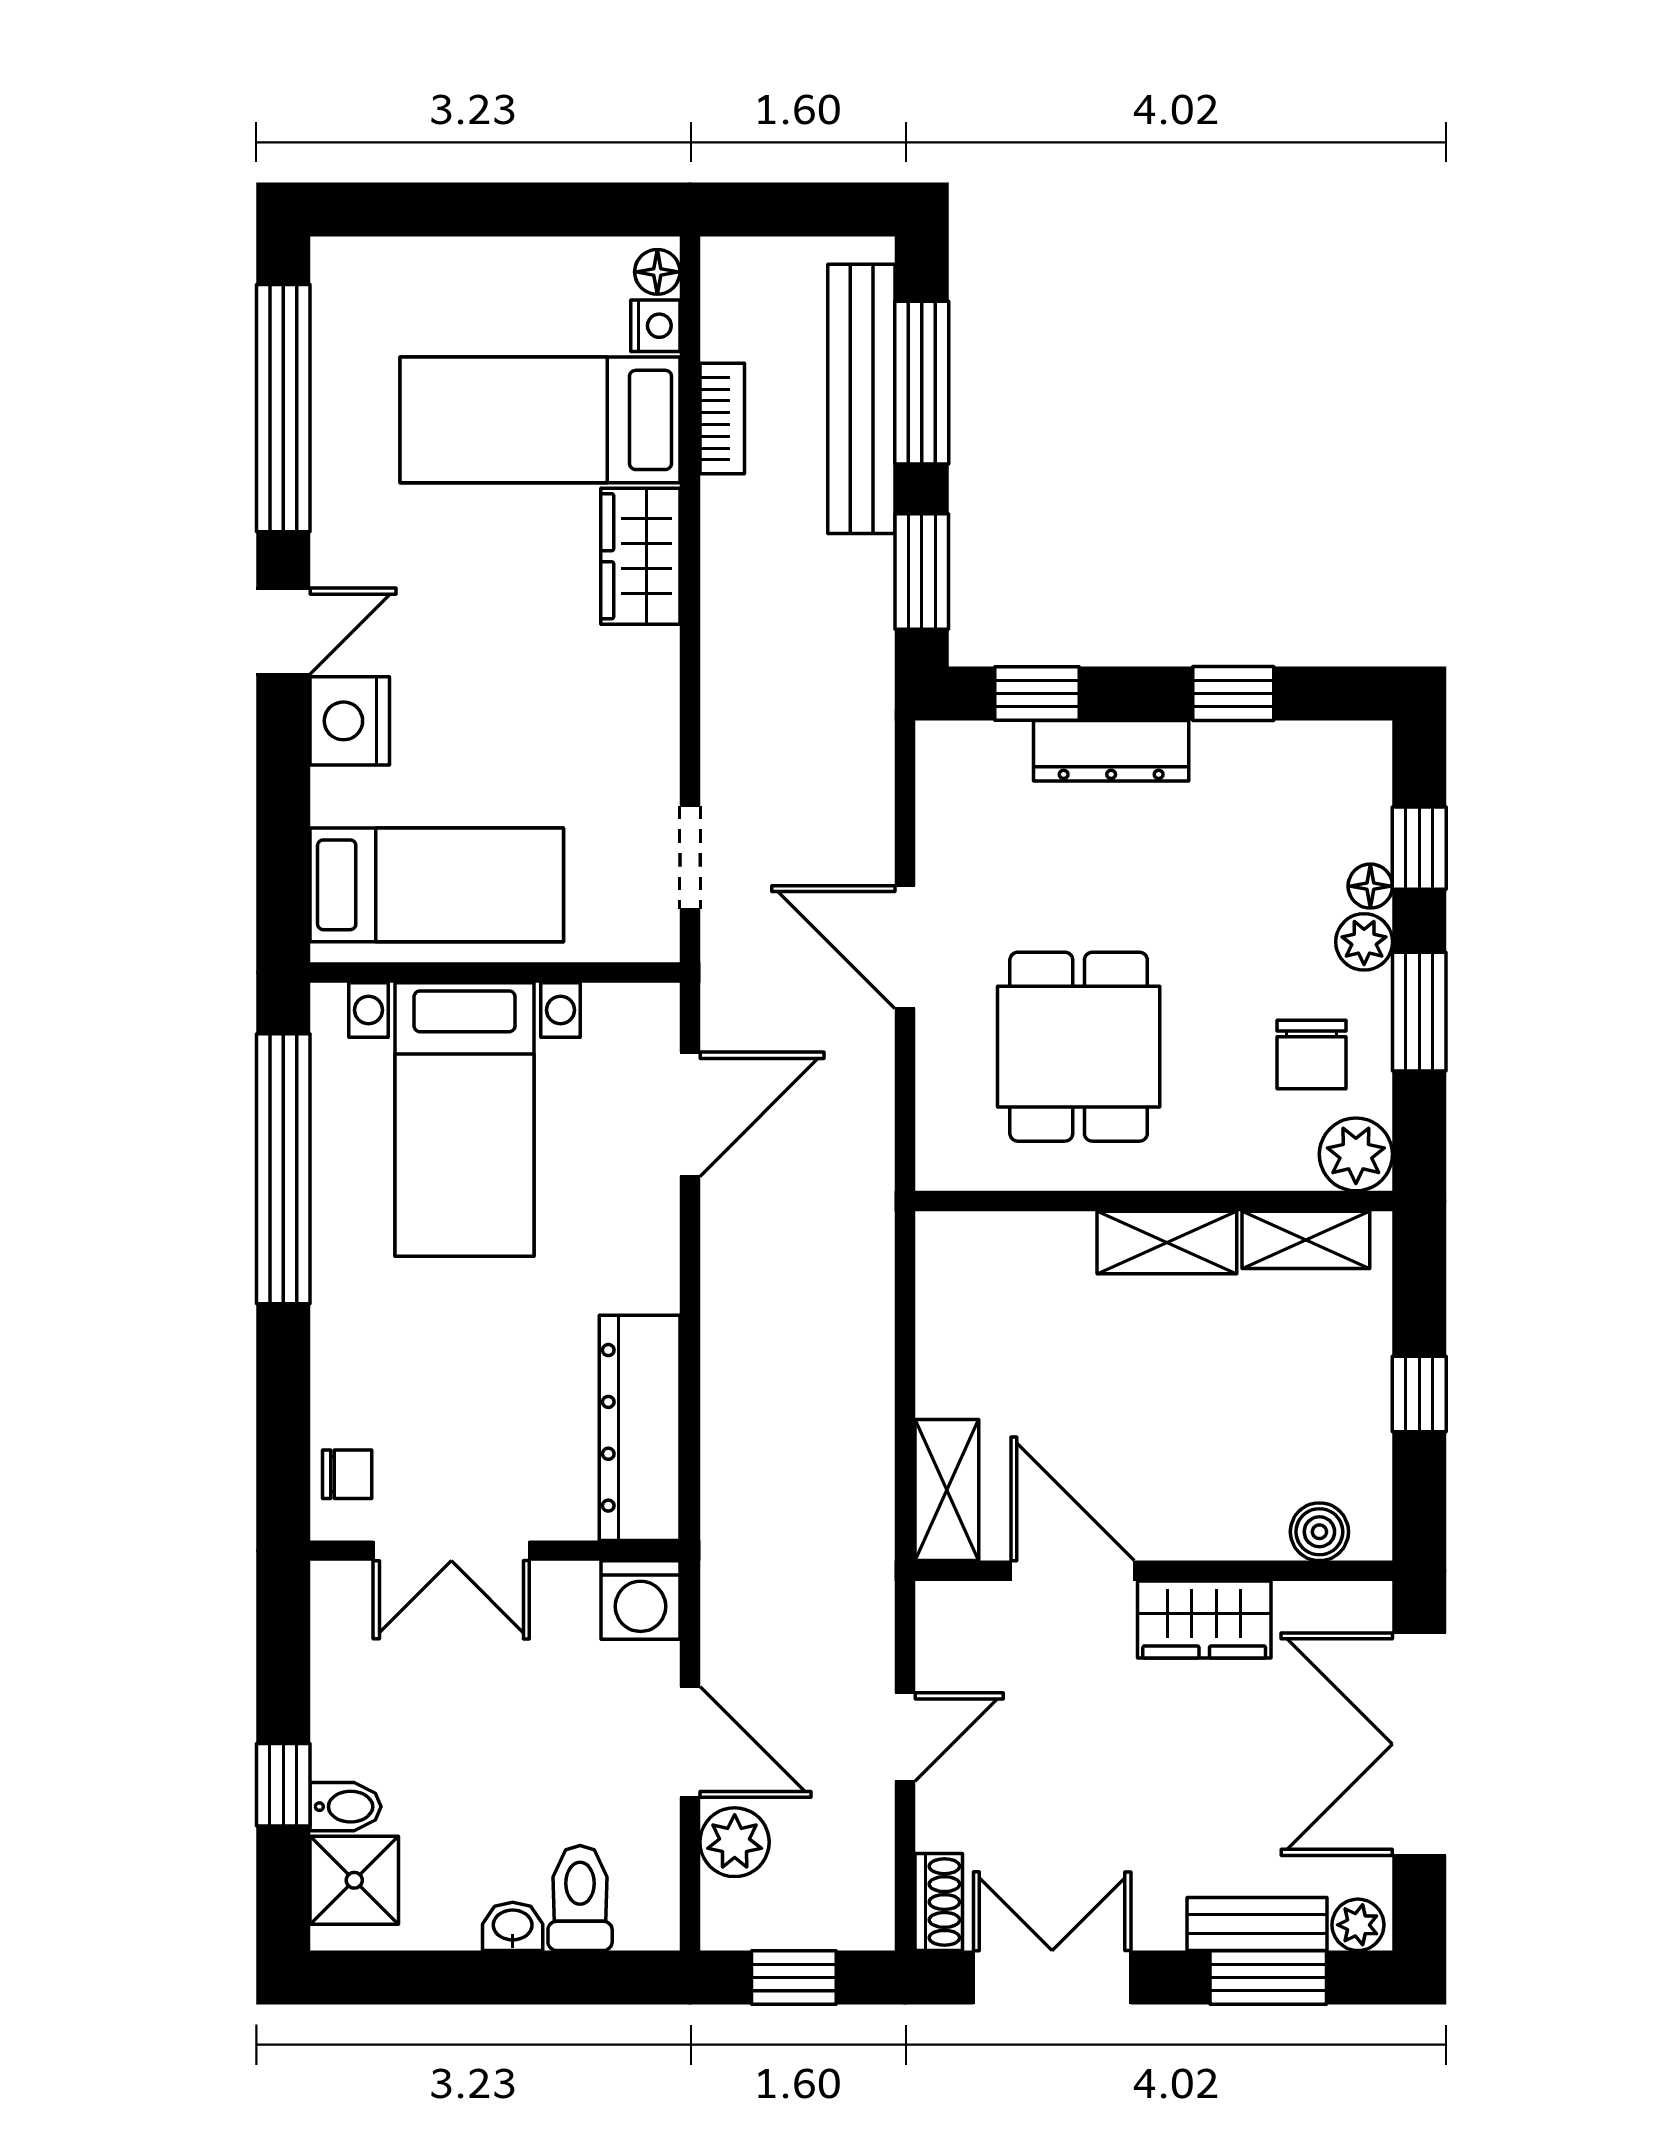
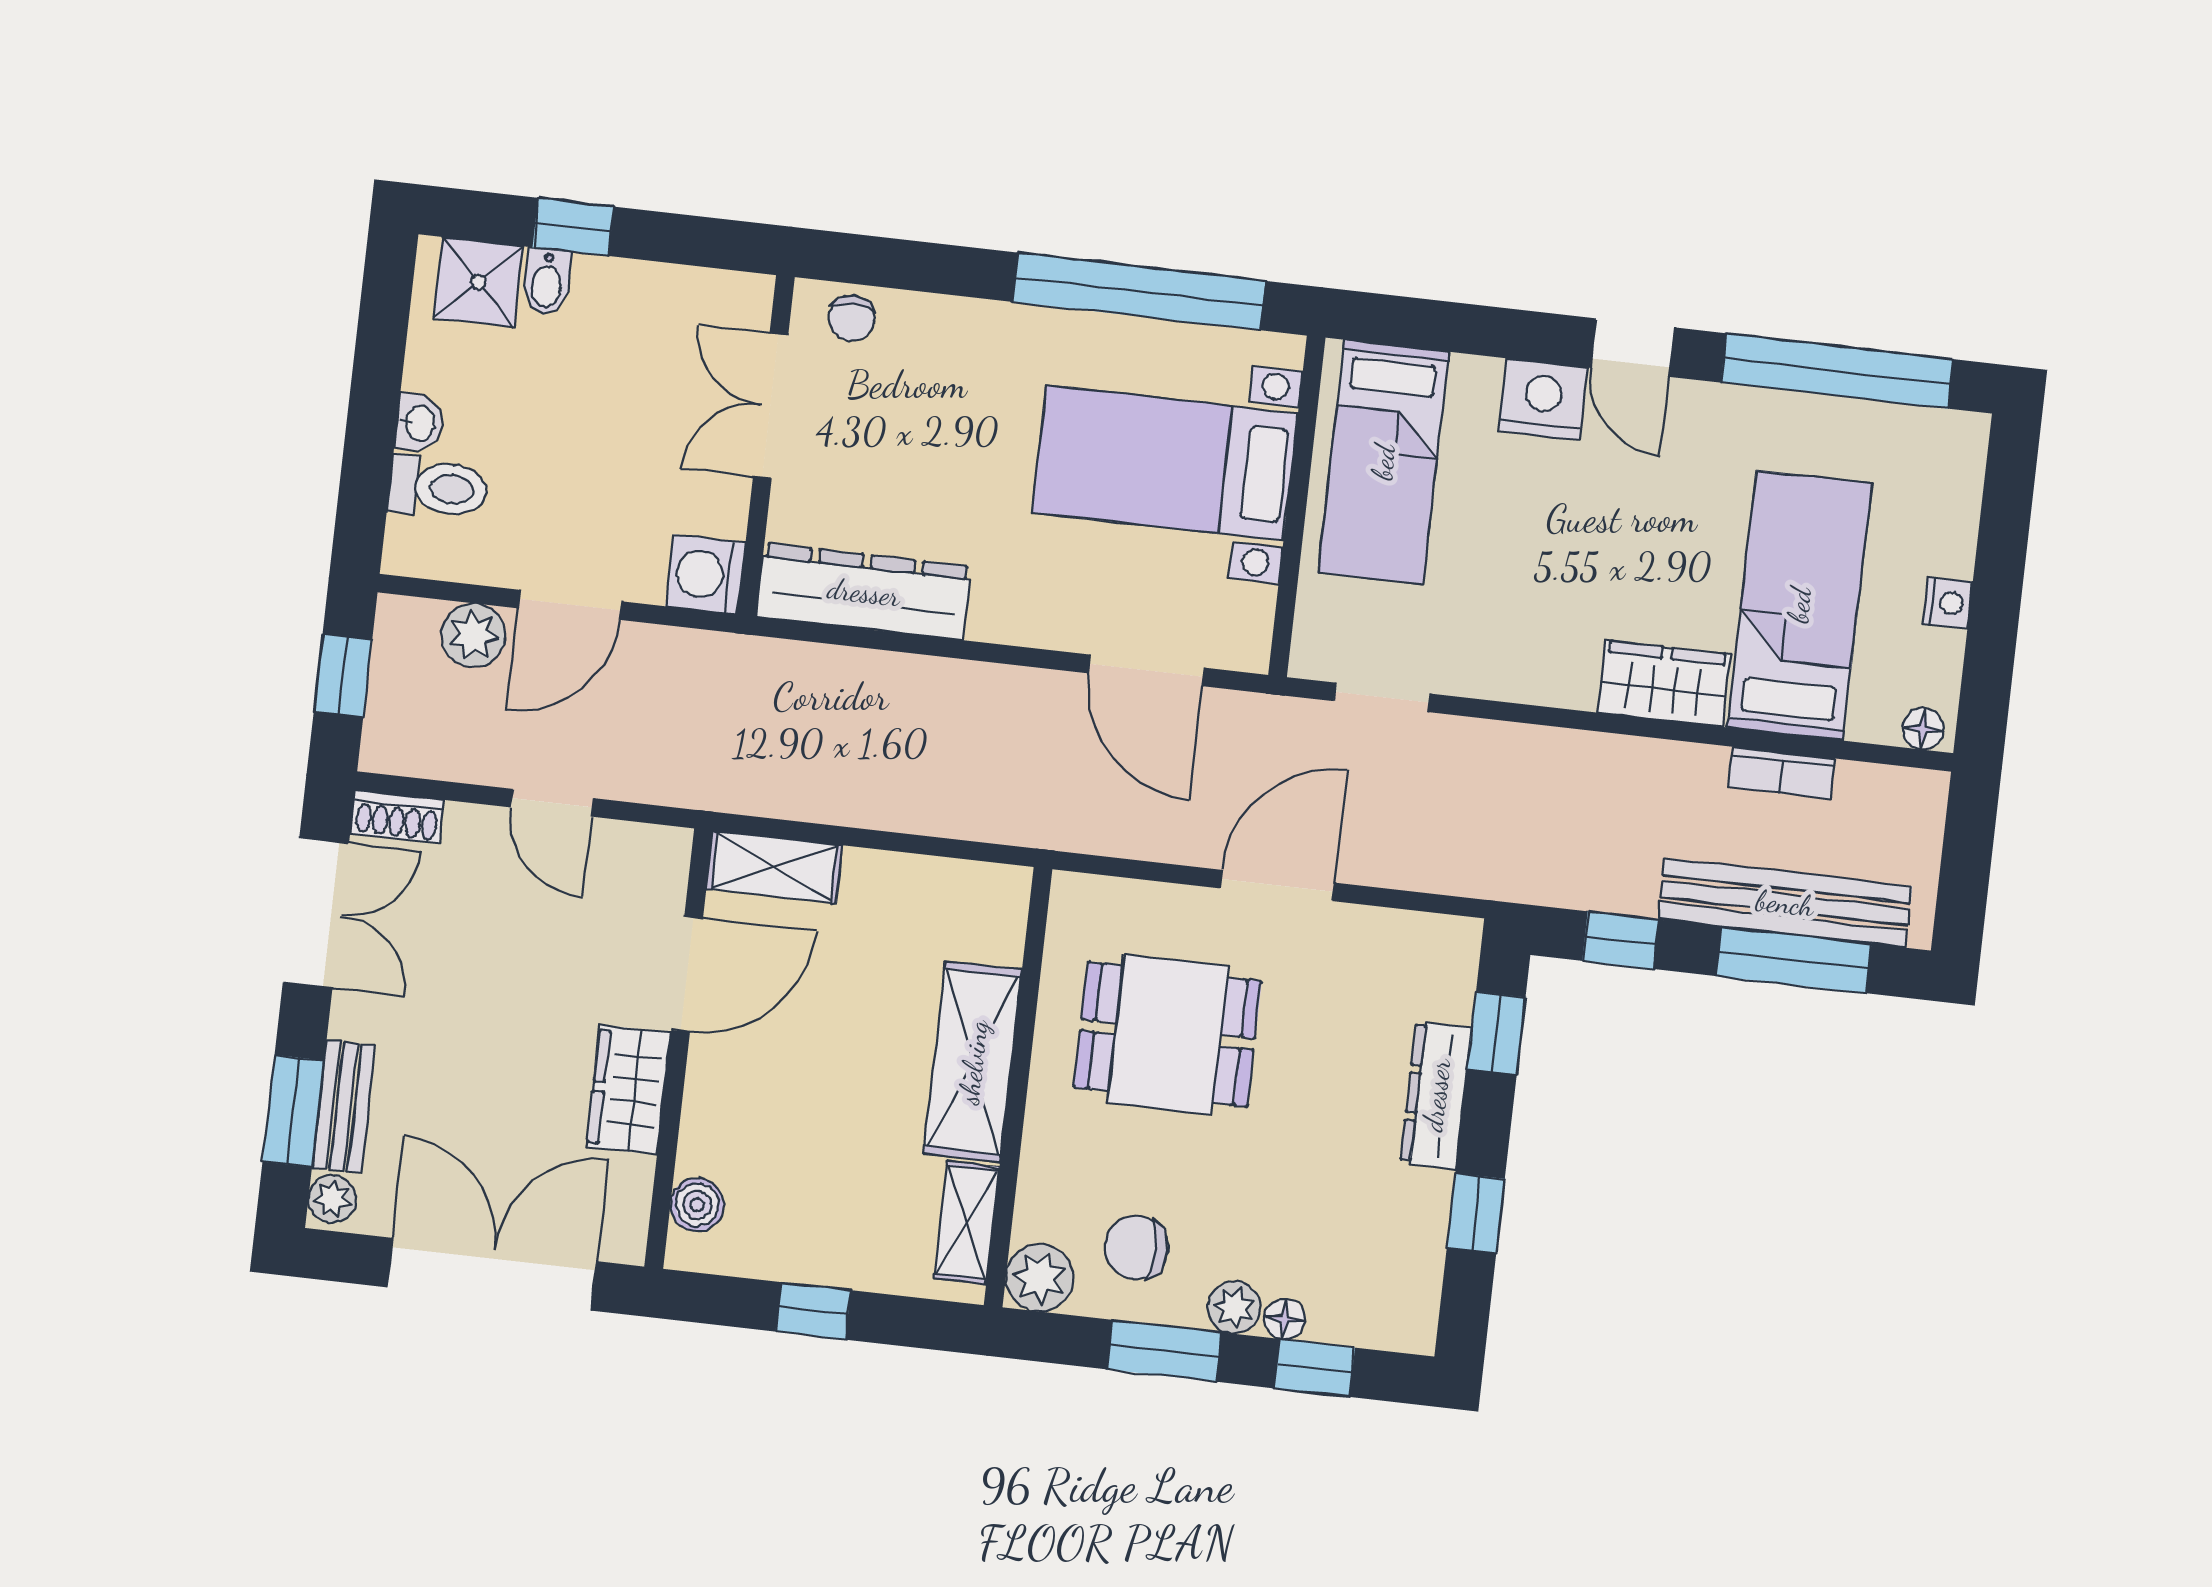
nightstand: (655, 326) -> (1948, 603), moved, turned -90
window: (922, 571) -> (1620, 940), width x0.67
shelving: (1167, 1243) -> (973, 1062), width x1.50, depth x1.33

